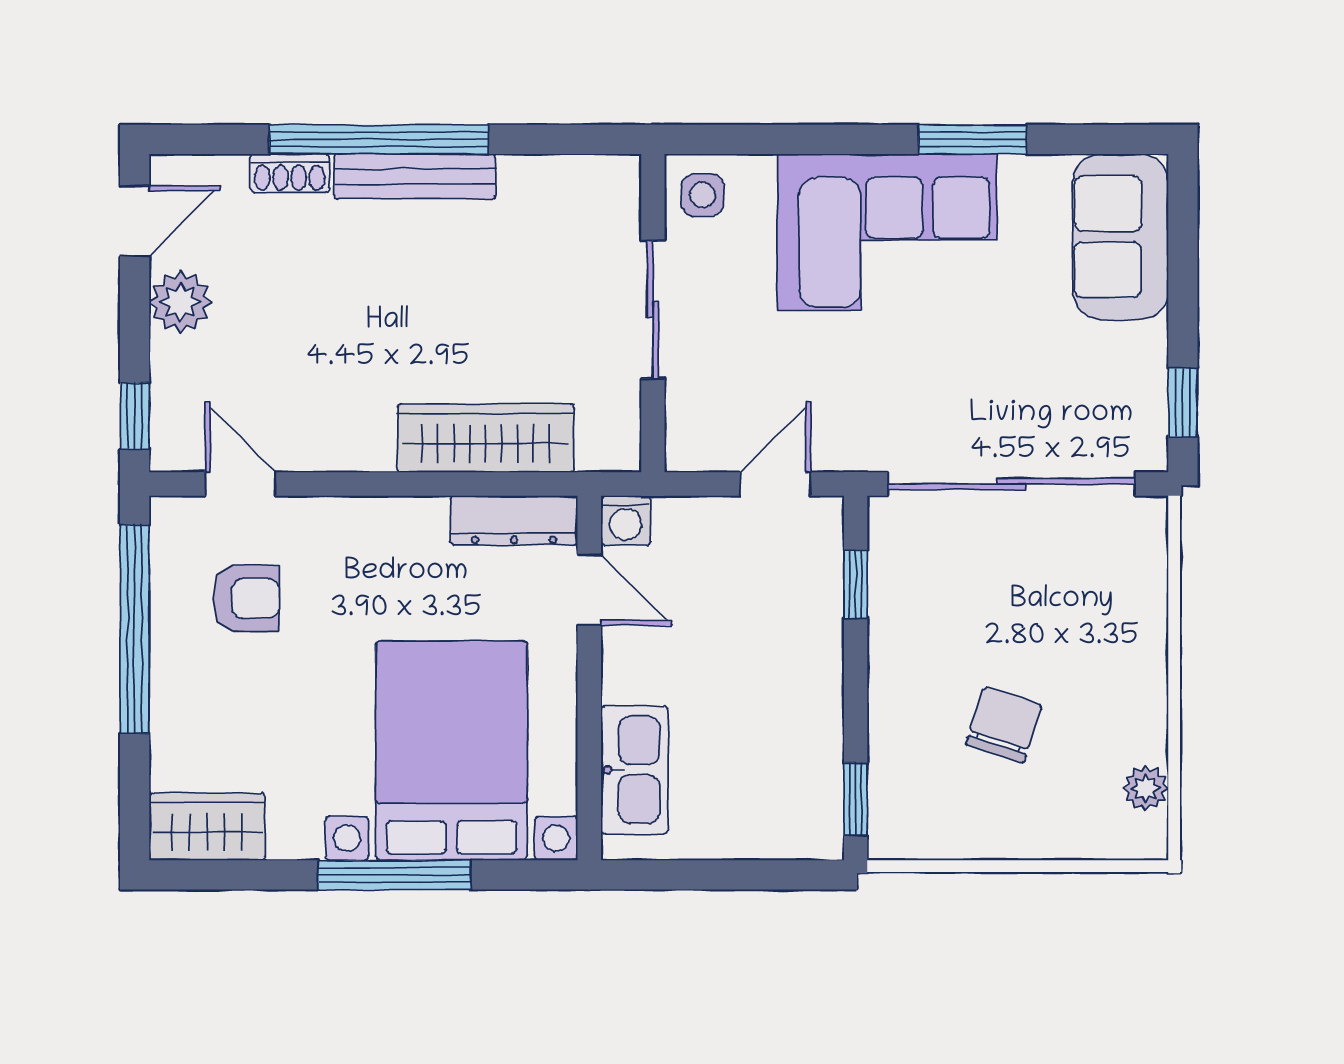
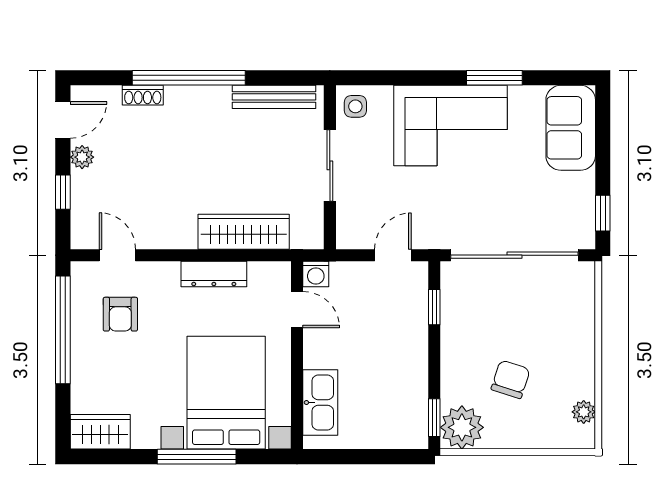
bench: (415, 177) -> (274, 97), moved
plant: (180, 302) -> (82, 157), width x0.73, depth x0.73
window: (135, 416) -> (63, 192), moved
dresser: (514, 520) -> (214, 274), moved
armchair: (246, 598) -> (120, 314), turned 90
plant: (909, 818) -> (462, 427), added

